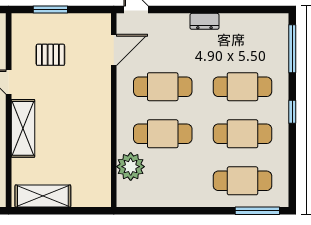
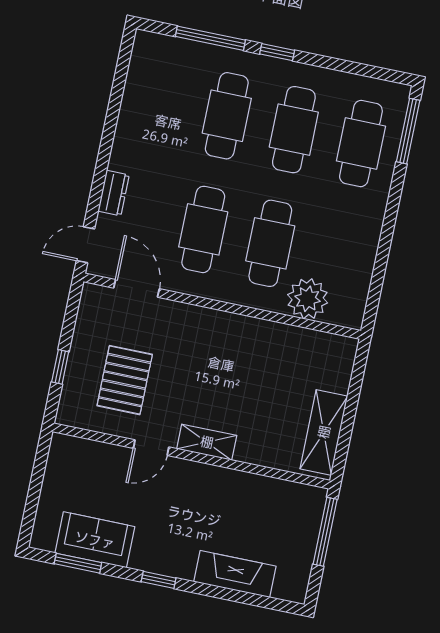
window: (50, 10) -> (60, 367), width x0.67
dresser: (204, 21) -> (114, 193), moved
window: (292, 49) -> (210, 38), moved
pallet: (50, 55) -> (125, 380), width x1.50, depth x1.42
shelving: (23, 128) -> (207, 442), width x0.67, depth x0.75

